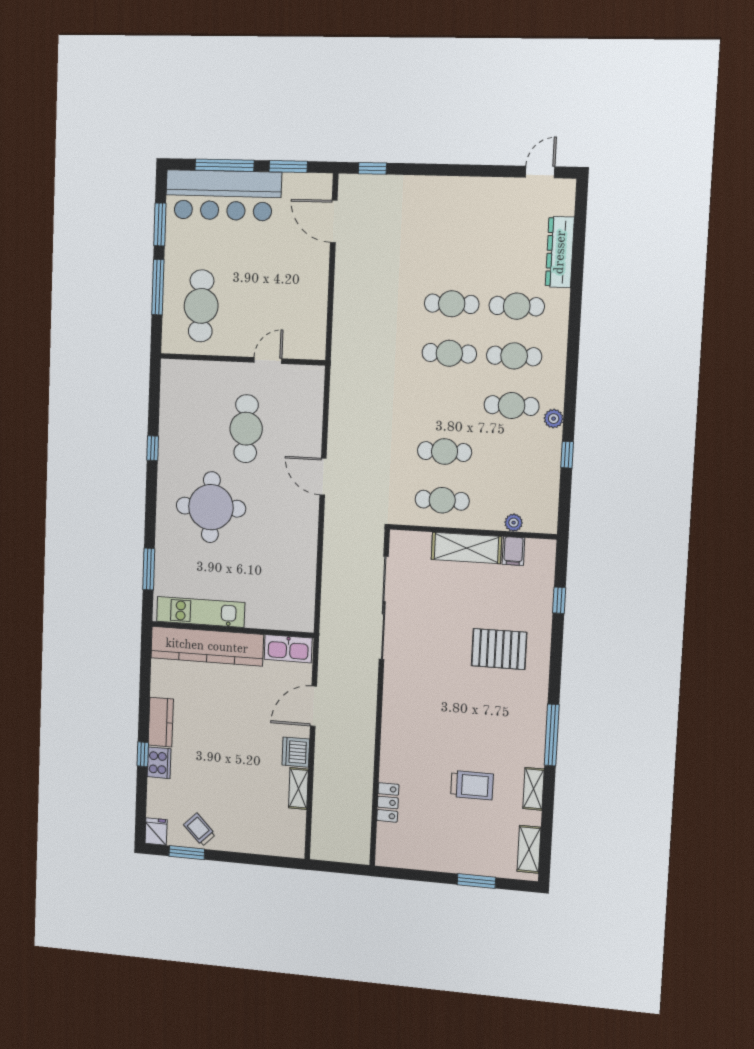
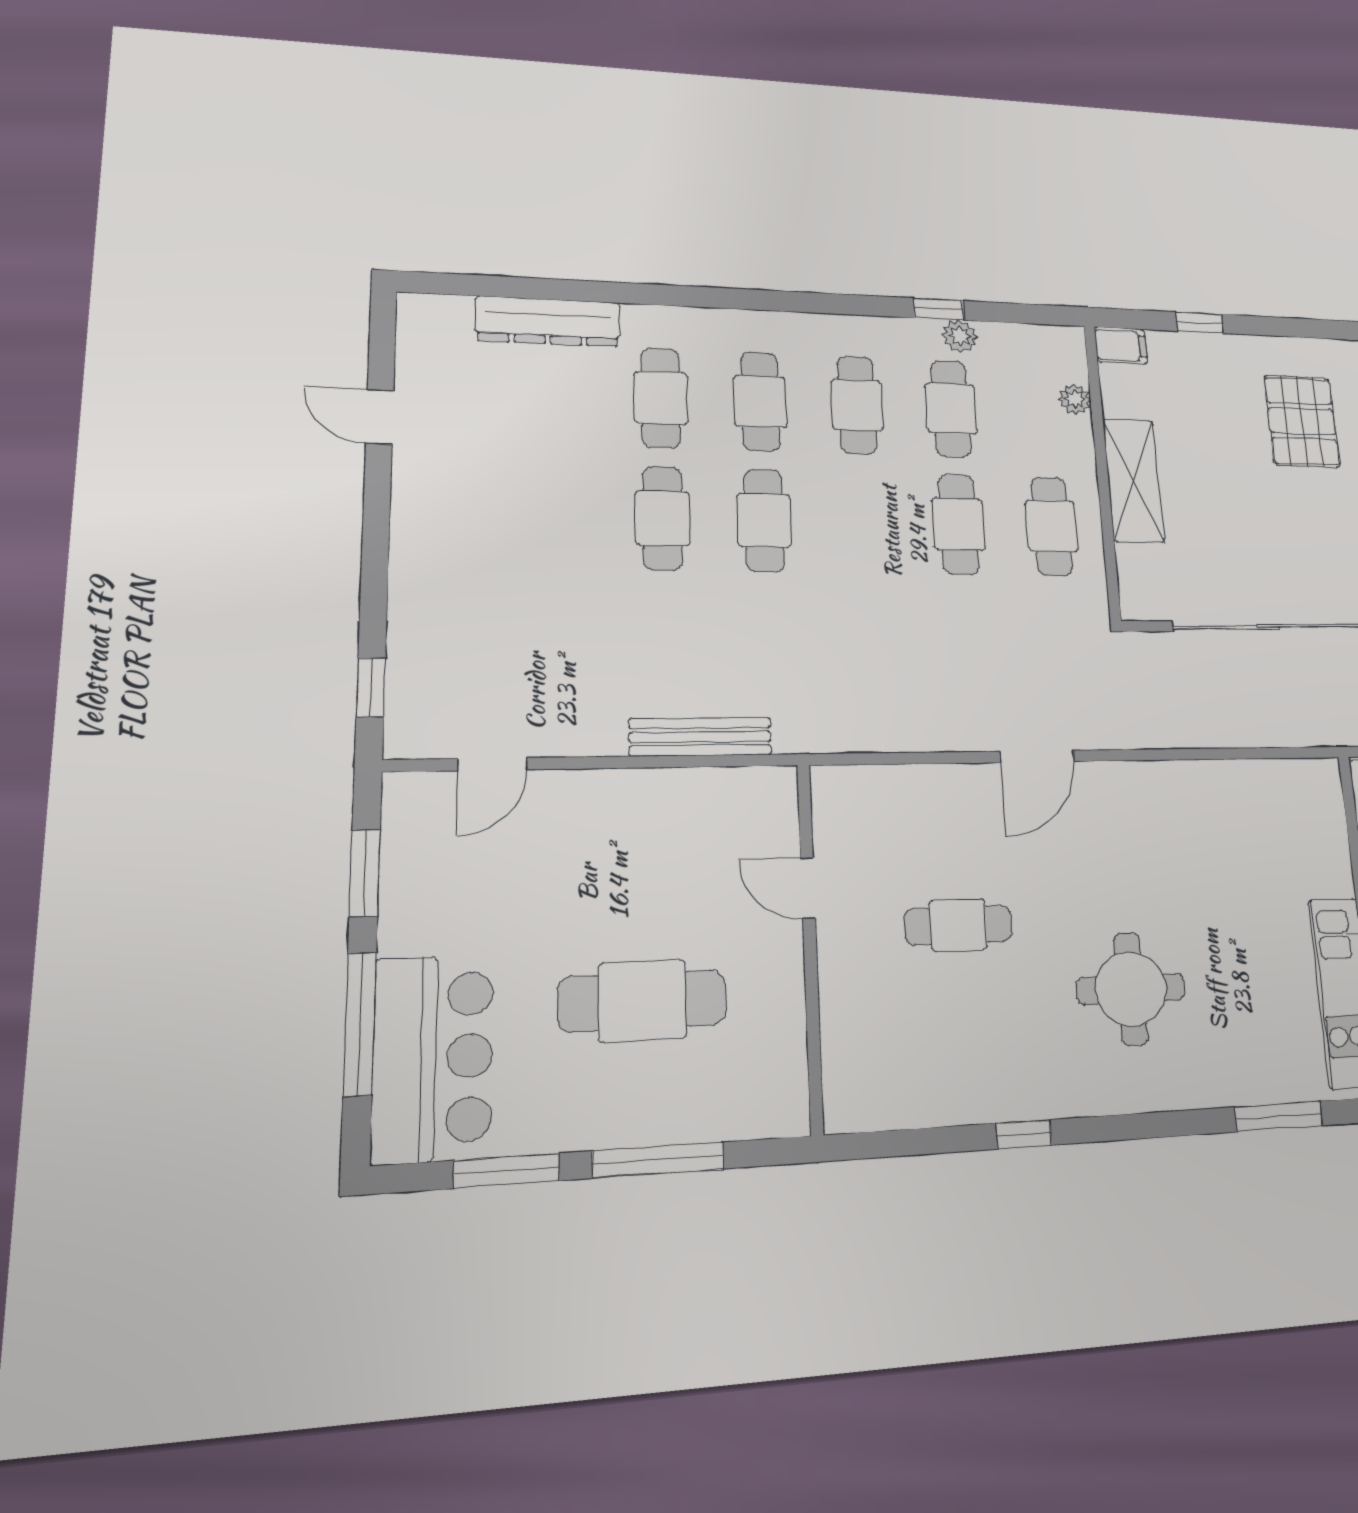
door: (540, 172) -> (380, 417), moved
bar counter: (223, 195) -> (433, 1058), width x0.73
door: (334, 221) -> (492, 764), width x0.73
cafe table: (201, 306) -> (642, 1001), moved
bench: (341, 316) -> (700, 737), added
plant: (554, 419) -> (960, 336), moved
cafe table: (246, 429) -> (958, 925), width x0.73, depth x0.74
cafe table: (509, 455) -> (951, 409), added
round table: (211, 507) -> (1131, 989), width x0.73, depth x0.73
filing cabinet: (513, 551) -> (1121, 346), moved

